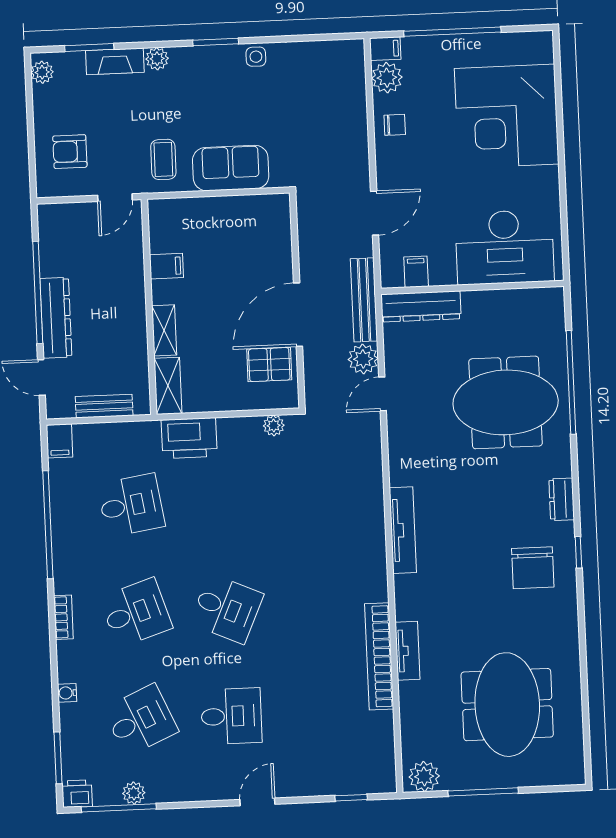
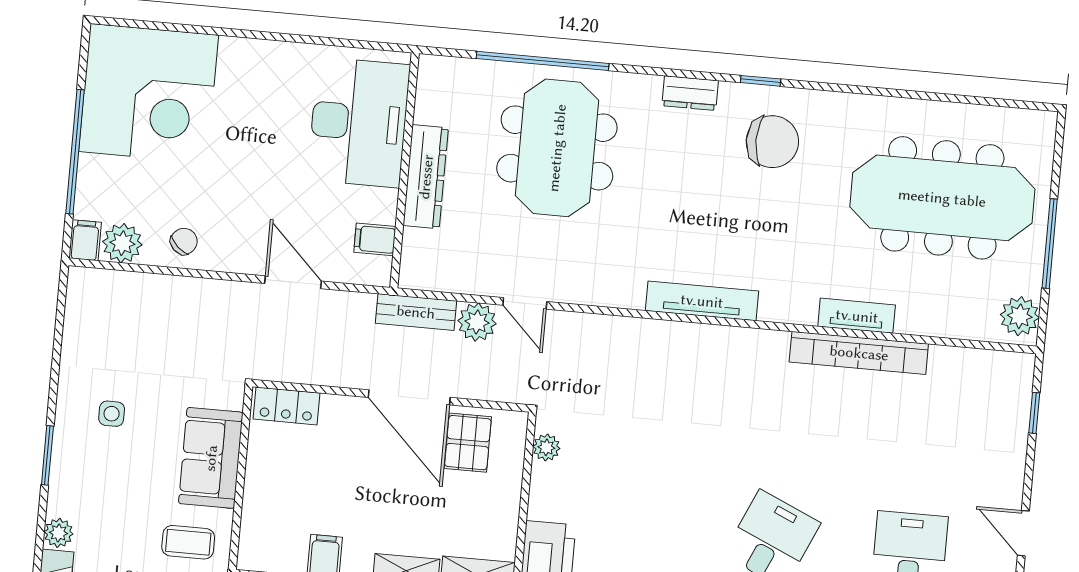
side table: (256, 57) -> (112, 414), moved
corner desk: (507, 116) -> (149, 93), moved
chair: (395, 125) -> (184, 241), turned 43
locker: (279, 221) -> (287, 406), added
bench: (364, 300) -> (416, 312), width x0.73
dresser: (421, 306) -> (426, 177), moved
meeting table: (507, 705) -> (942, 198), width x1.36

